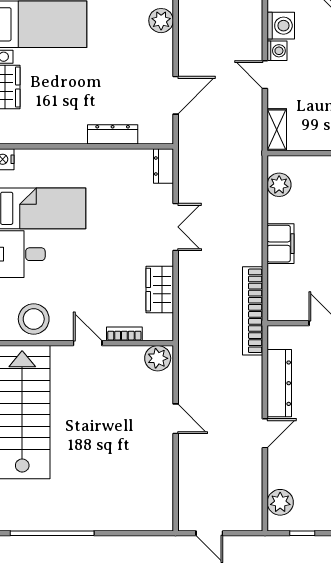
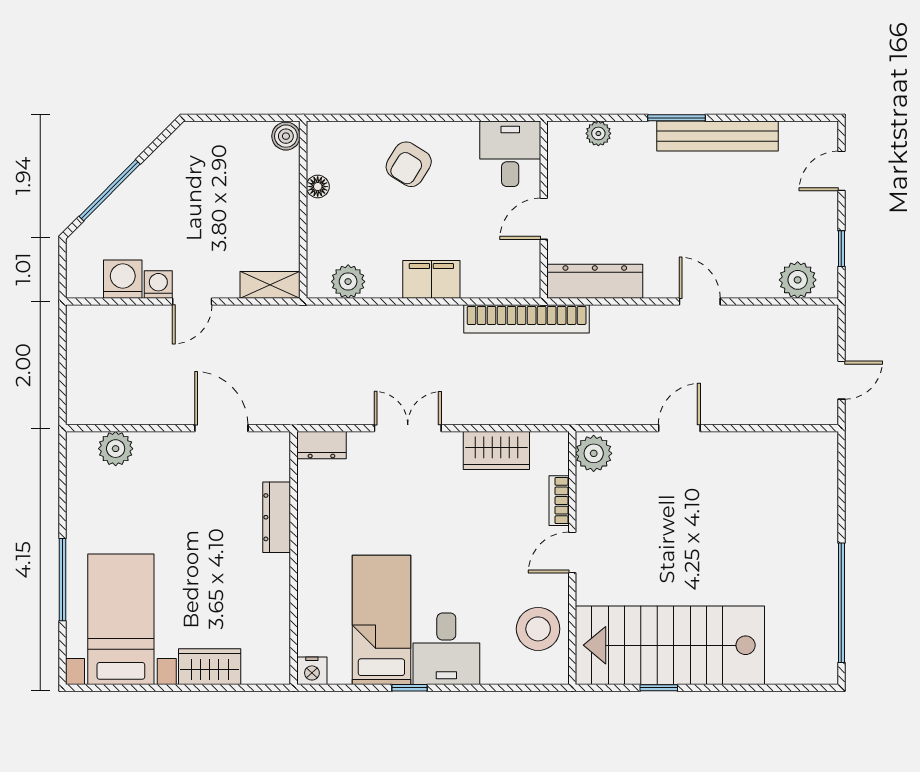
dresser: (279, 383) -> (595, 281), moved

